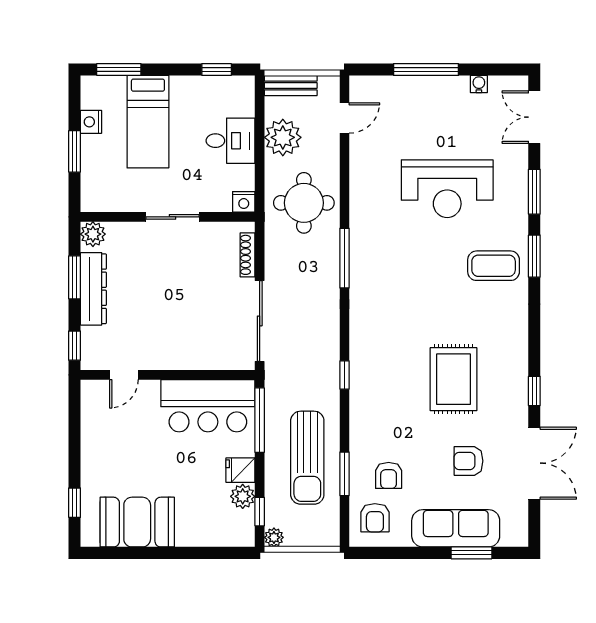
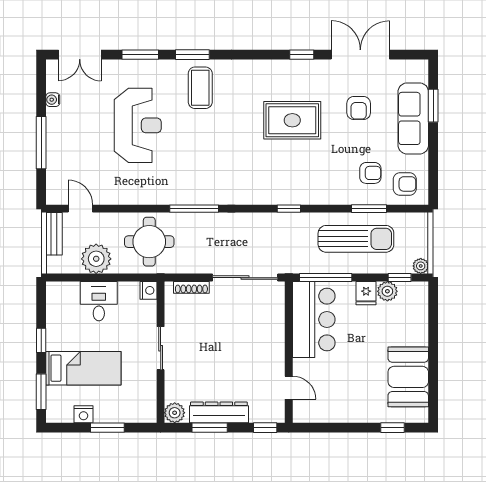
window: (217, 69) -> (41, 340), moved
bench: (291, 85) -> (54, 234), moved

